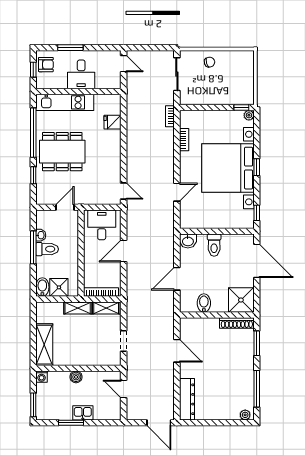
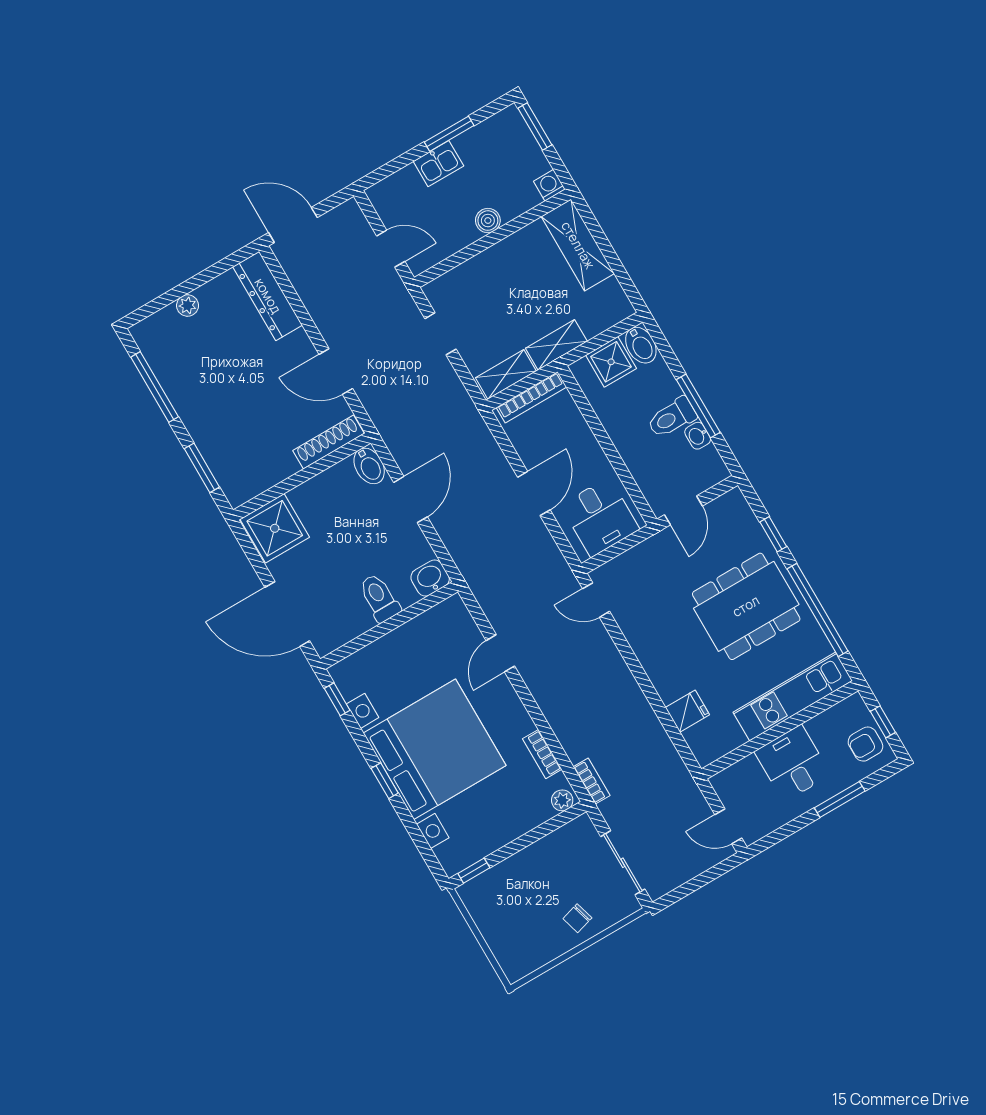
plant: (249, 115) -> (562, 800), moved
bidet: (204, 303) -> (369, 466), moved
shoe rack: (237, 323) -> (329, 442), moved
plant: (245, 415) -> (188, 306), moved

